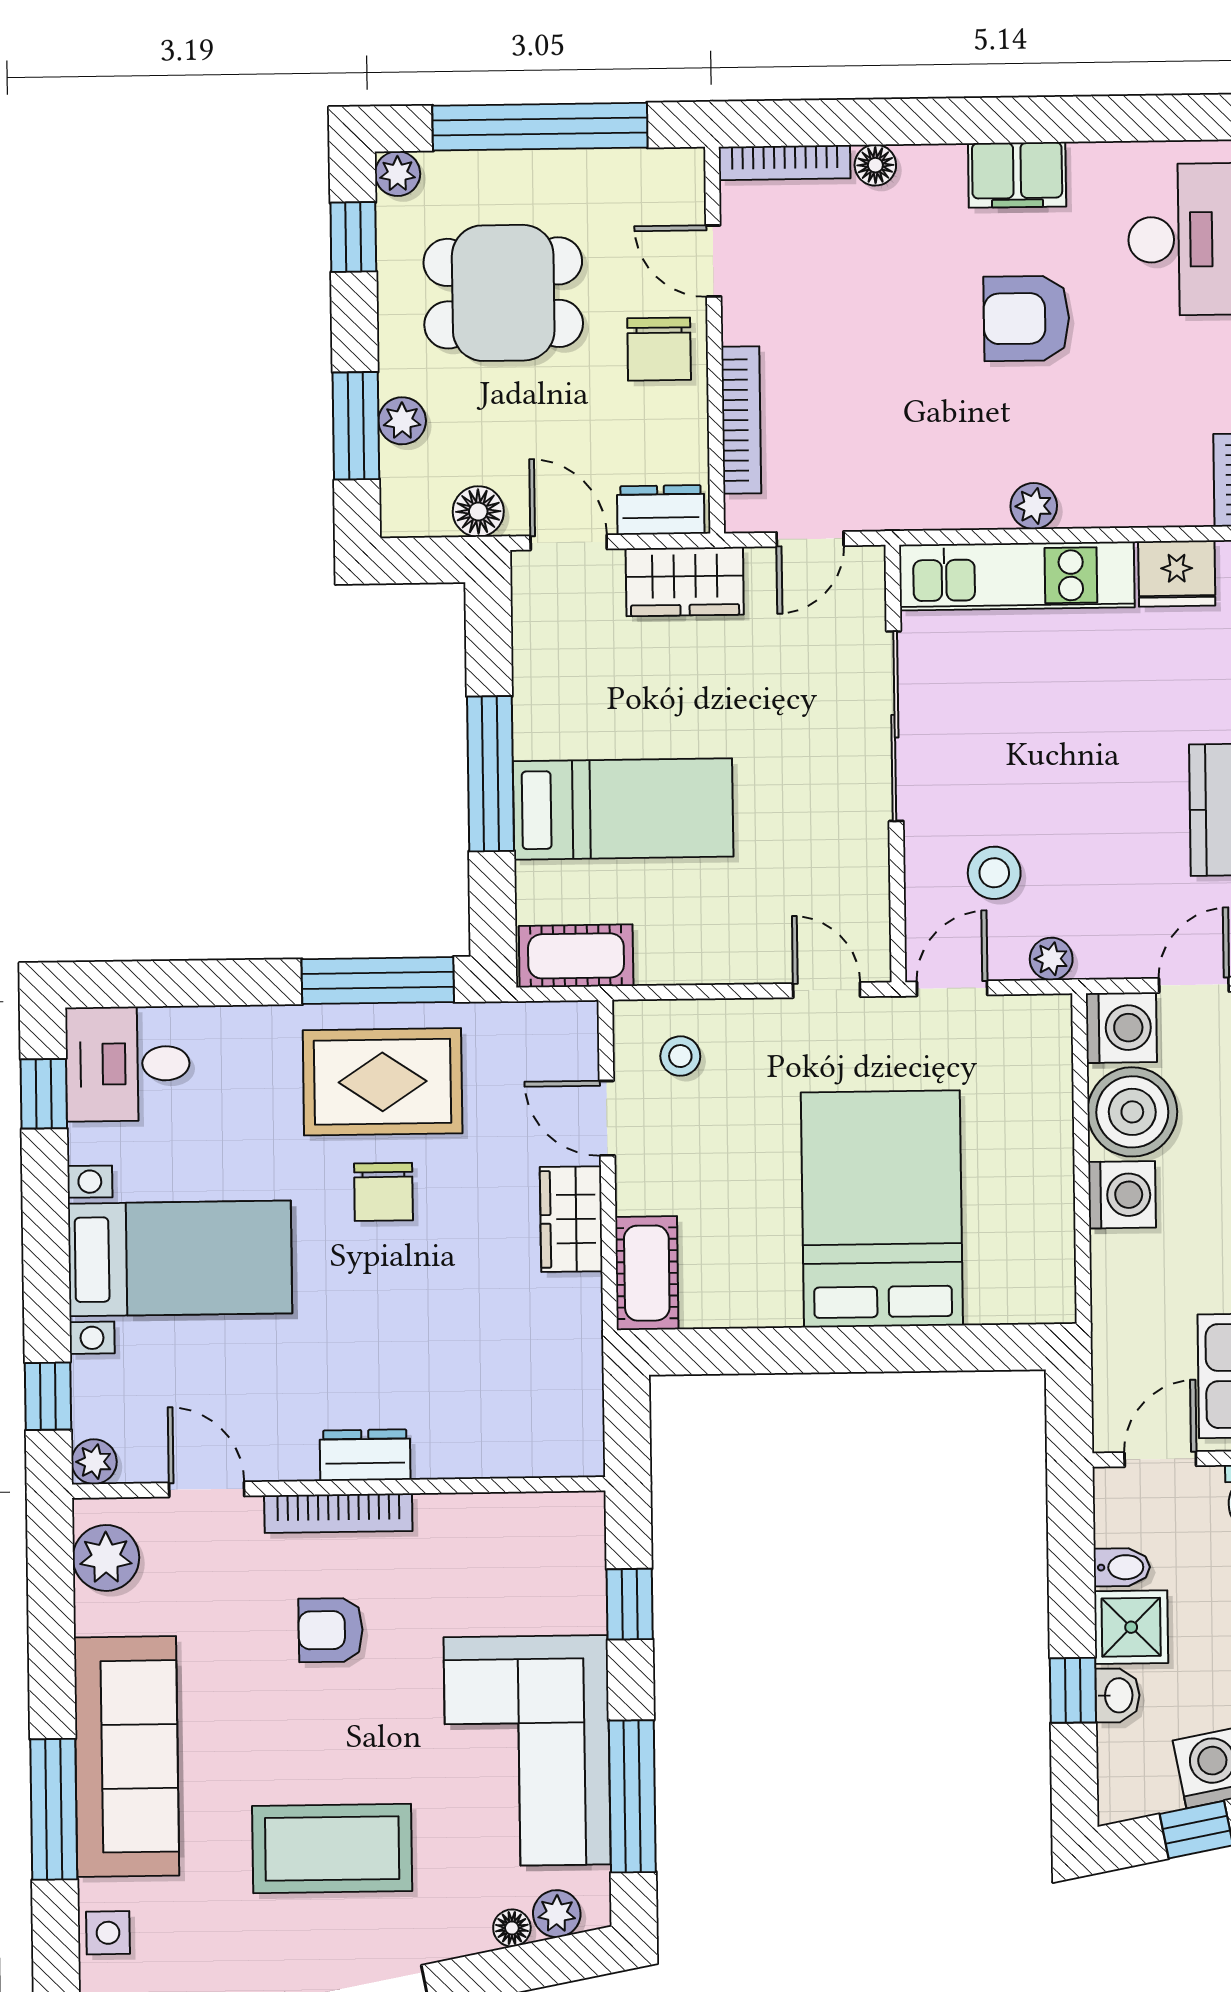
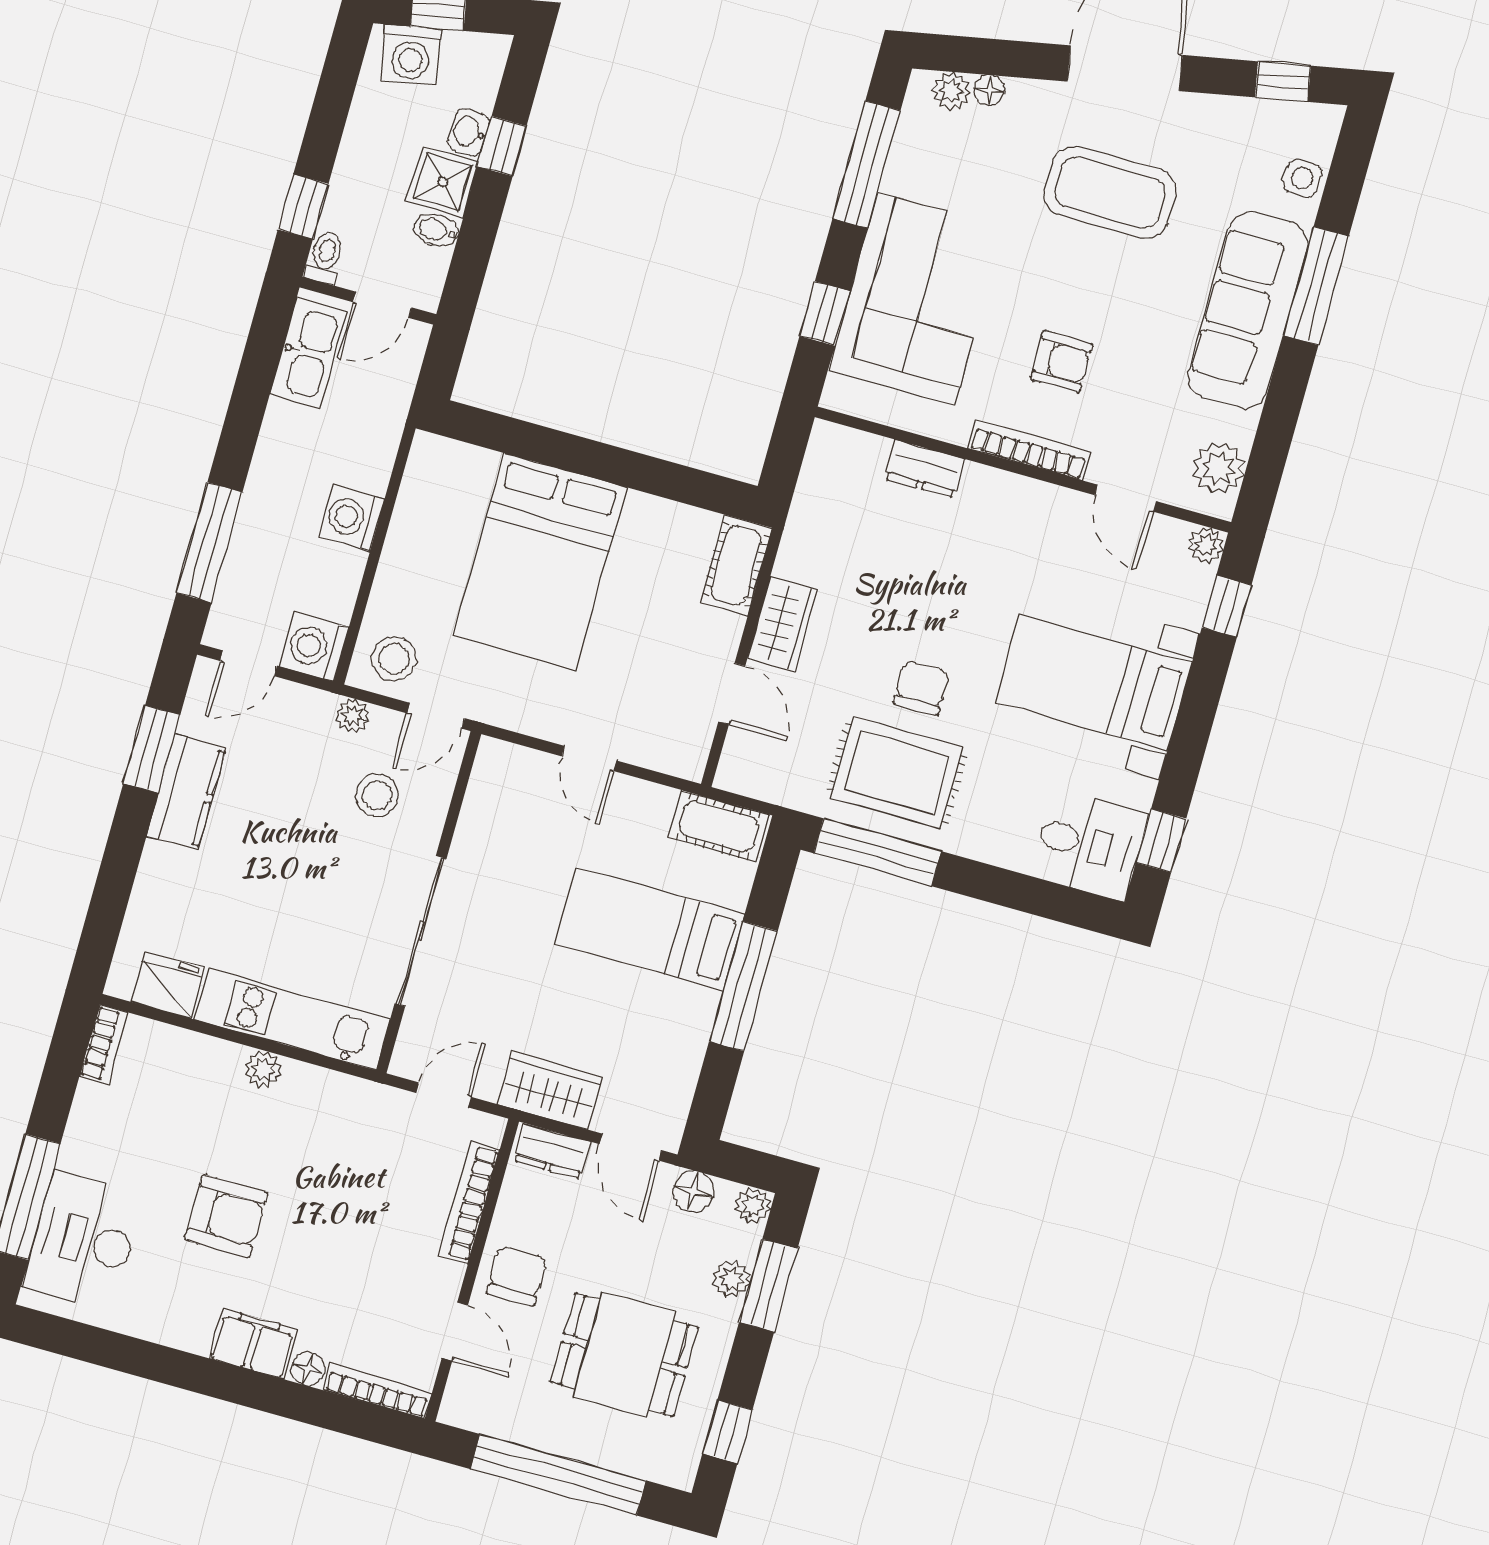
plant: (398, 174) -> (753, 1206), moved
filing cabinet: (1017, 175) -> (253, 1344), moved
door: (827, 990) -> (589, 759), moved
stool: (680, 1056) -> (394, 659), moved, width x1.37, depth x1.37
boiler: (1132, 1112) -> (325, 579), removed
dresser: (365, 1455) -> (925, 469), moved
corner sofa: (527, 1751) -> (916, 299), moved

